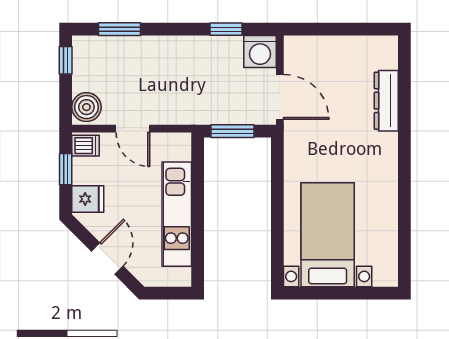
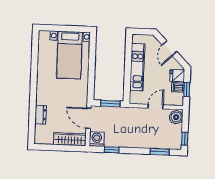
wardrobe: (319, 49) -> (70, 139), added
dresser: (386, 101) -> (41, 115), width x0.70
door: (133, 129) -> (156, 107), hinge flipped
dishwasher: (85, 146) -> (178, 87), moved

